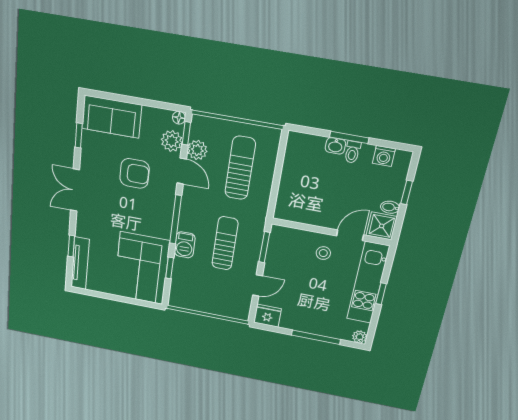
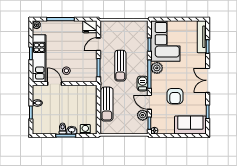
plant: (172, 141) -> (157, 68), moved
washing machine: (384, 156) -> (85, 129), moved
sun lounger: (240, 168) -> (107, 104), moved
armchair: (135, 173) -> (175, 96), turned -90
double door: (75, 190) -> (208, 80), swing flipped
shower: (382, 226) -> (39, 92), removed
door: (350, 235) -> (54, 84), swing flipped
barbecue: (185, 245) -> (143, 84), moved

